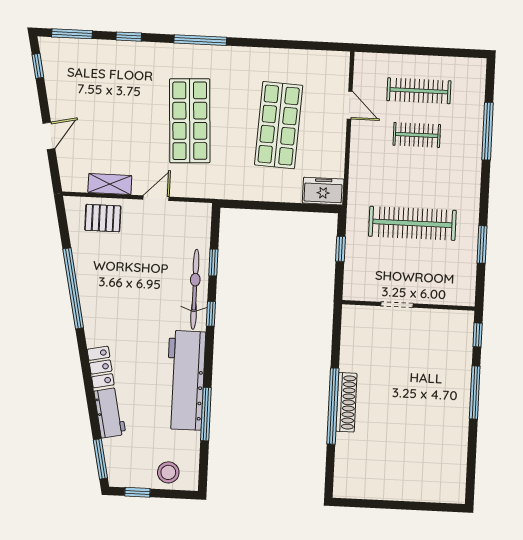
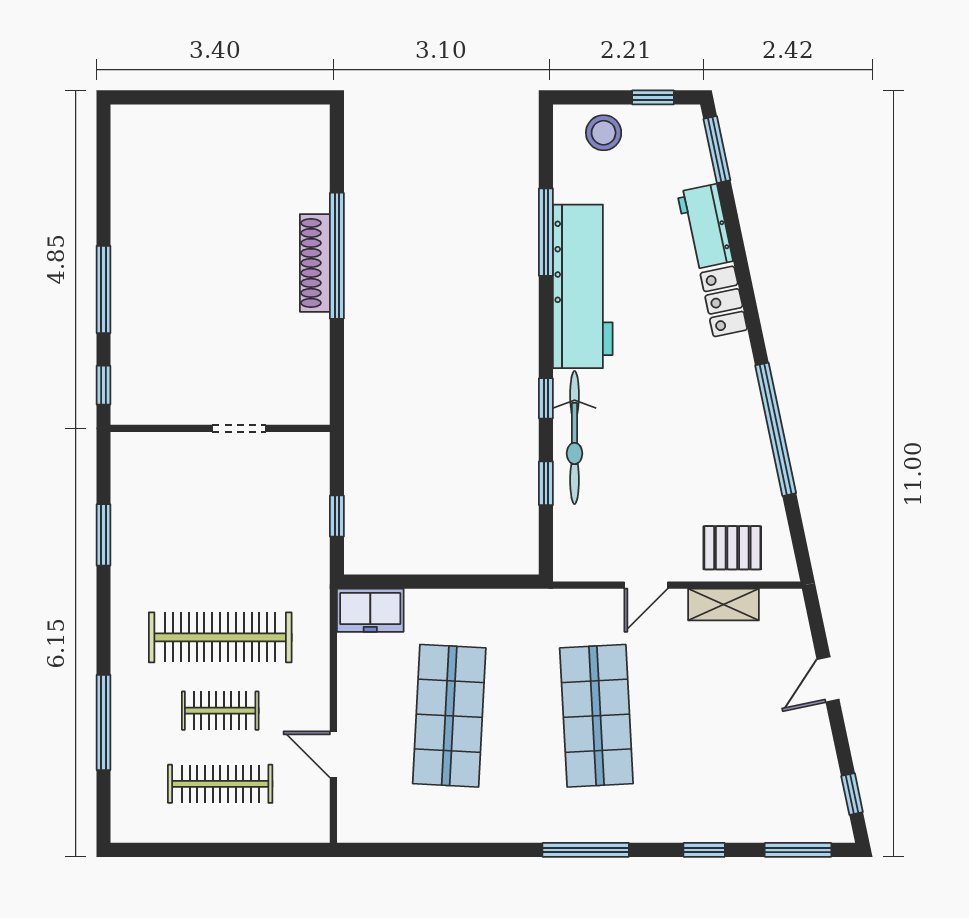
clothes rail: (412, 223) -> (220, 637), moved

